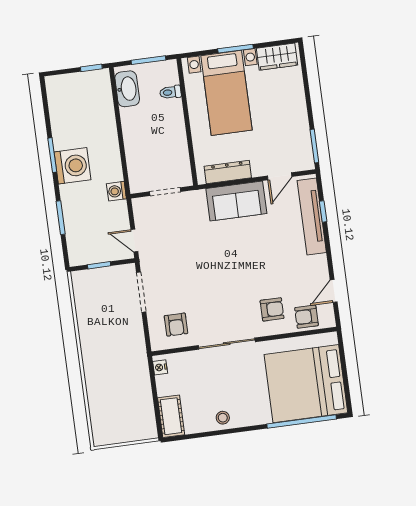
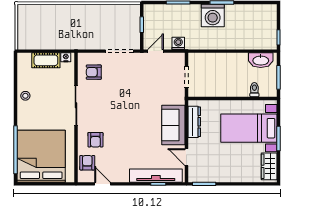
washing machine: (116, 191) -> (178, 43), moved
cot: (171, 416) -> (46, 60), moved

